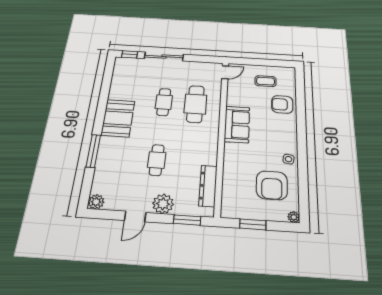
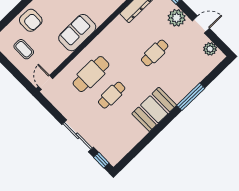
door: (225, 72) -> (45, 82), hinge flipped
plant: (96, 202) -> (210, 49), moved

